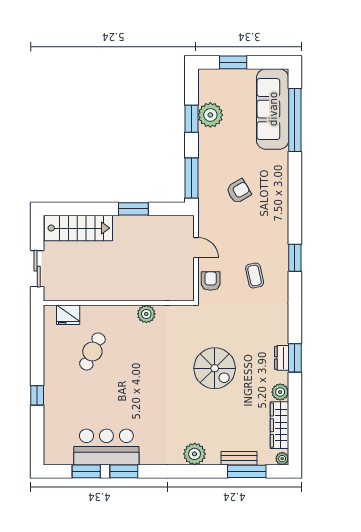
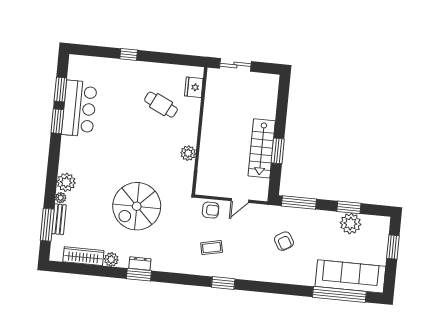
stairs: (78, 228) -> (262, 148), moved
spiral stairs: (215, 368) -> (137, 206), width x1.37, depth x1.37
plant: (282, 459) -> (61, 198), moved

